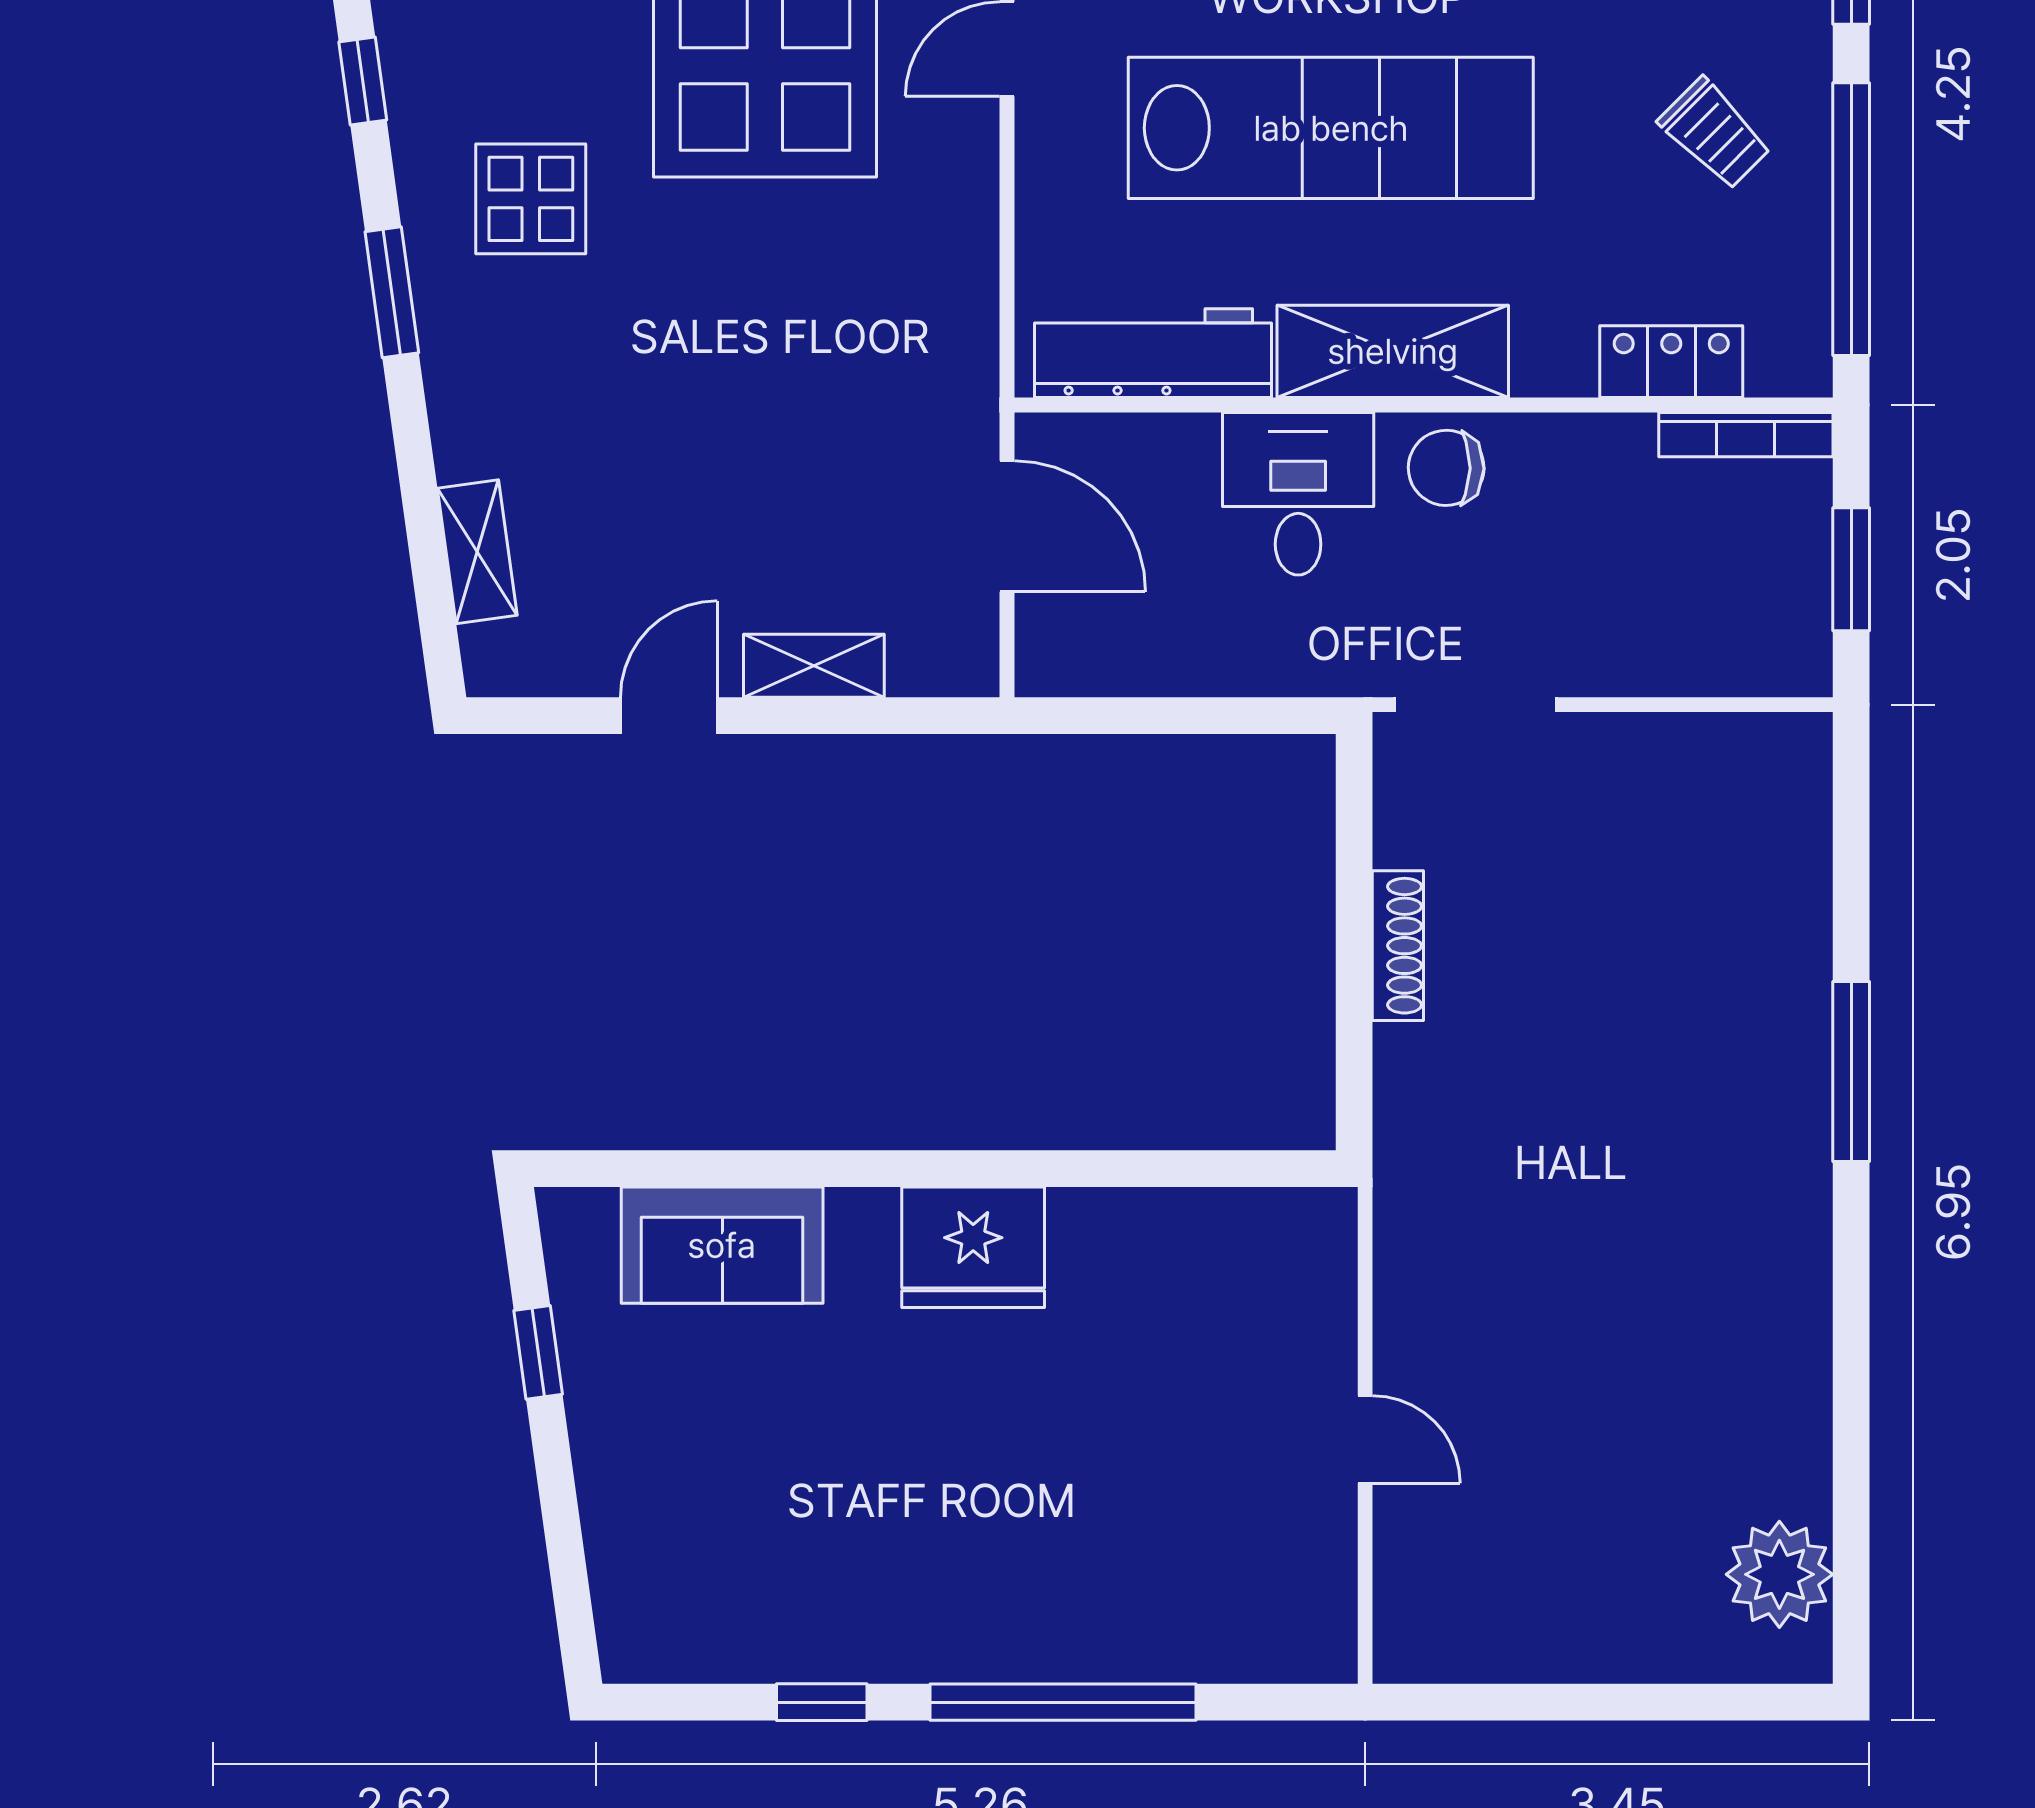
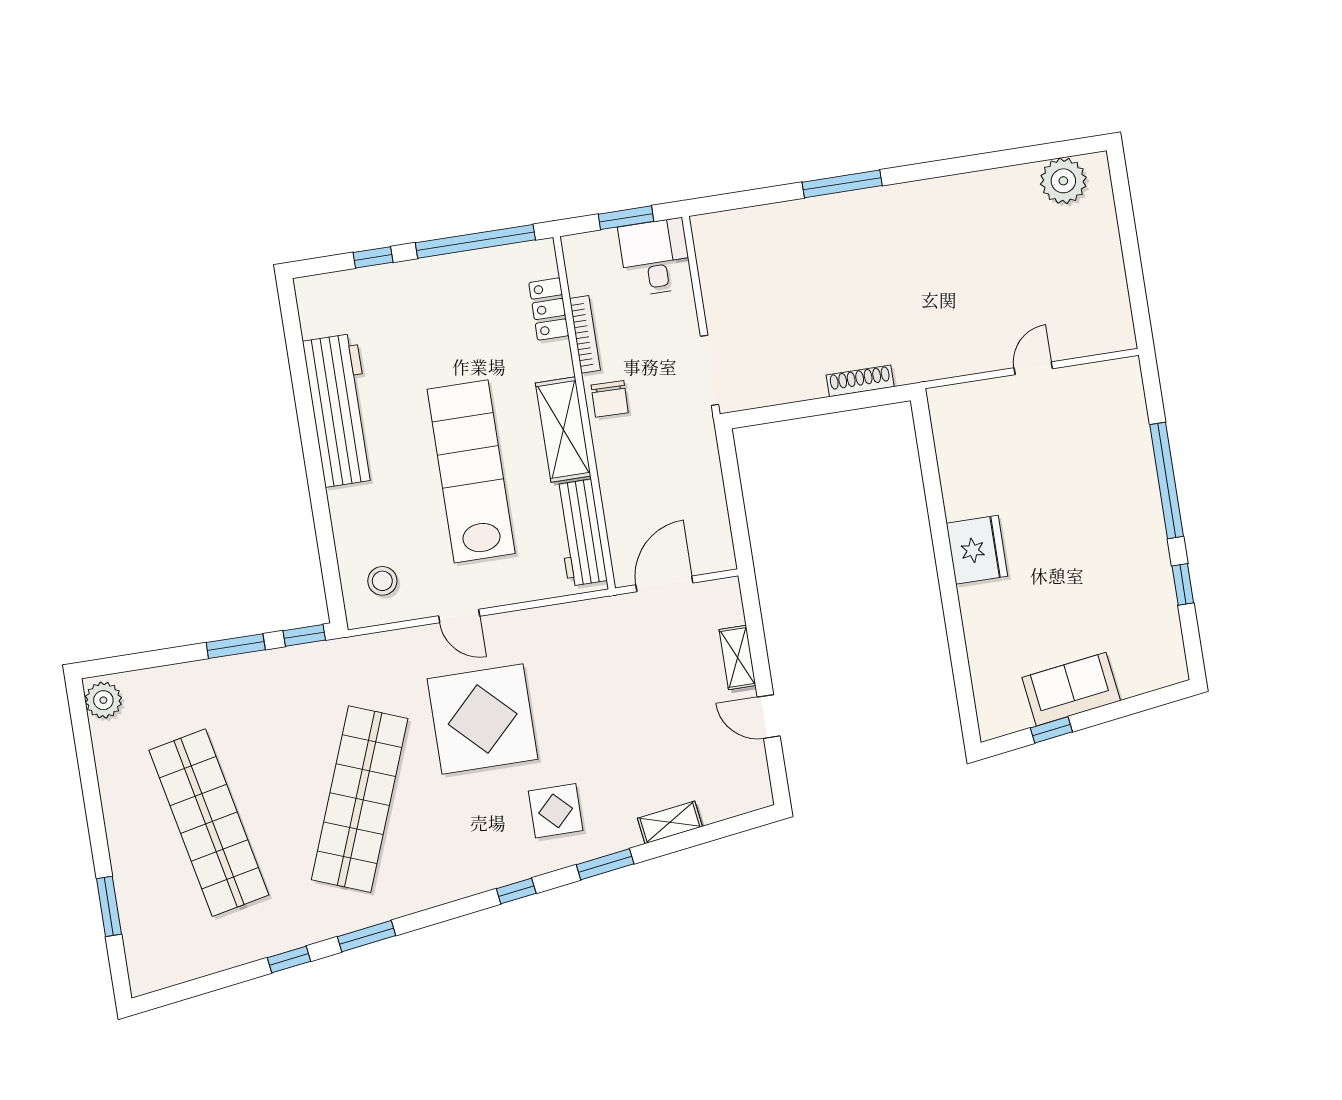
trolley: (1715, 134) -> (448, 306), removed
bookcase: (1746, 435) -> (585, 334), moved
desk: (1298, 494) -> (655, 257), moved, turned 90
shelving: (477, 552) -> (670, 822), moved
shoe rack: (1398, 946) -> (860, 381), moved
sofa: (722, 1245) -> (1071, 689), moved, turned -98

